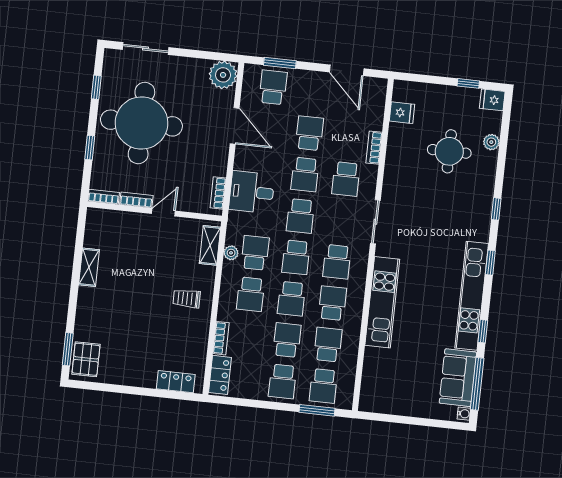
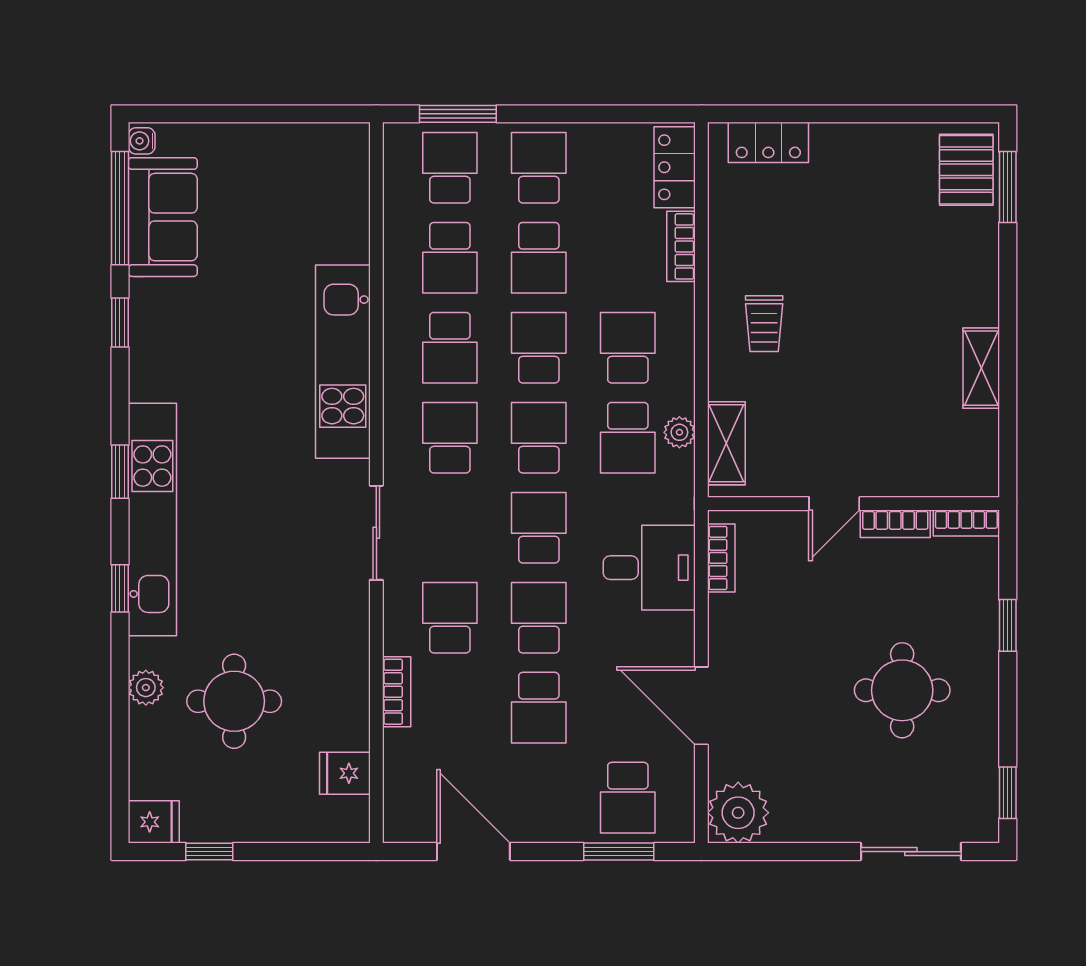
window: (96, 87) -> (1008, 793), moved
round table: (141, 123) -> (902, 690), width x0.54, depth x0.54
plant: (491, 142) -> (146, 688), moved
kitchen unit: (472, 296) -> (152, 520), moved
trolley: (187, 299) -> (764, 324), turned 90

